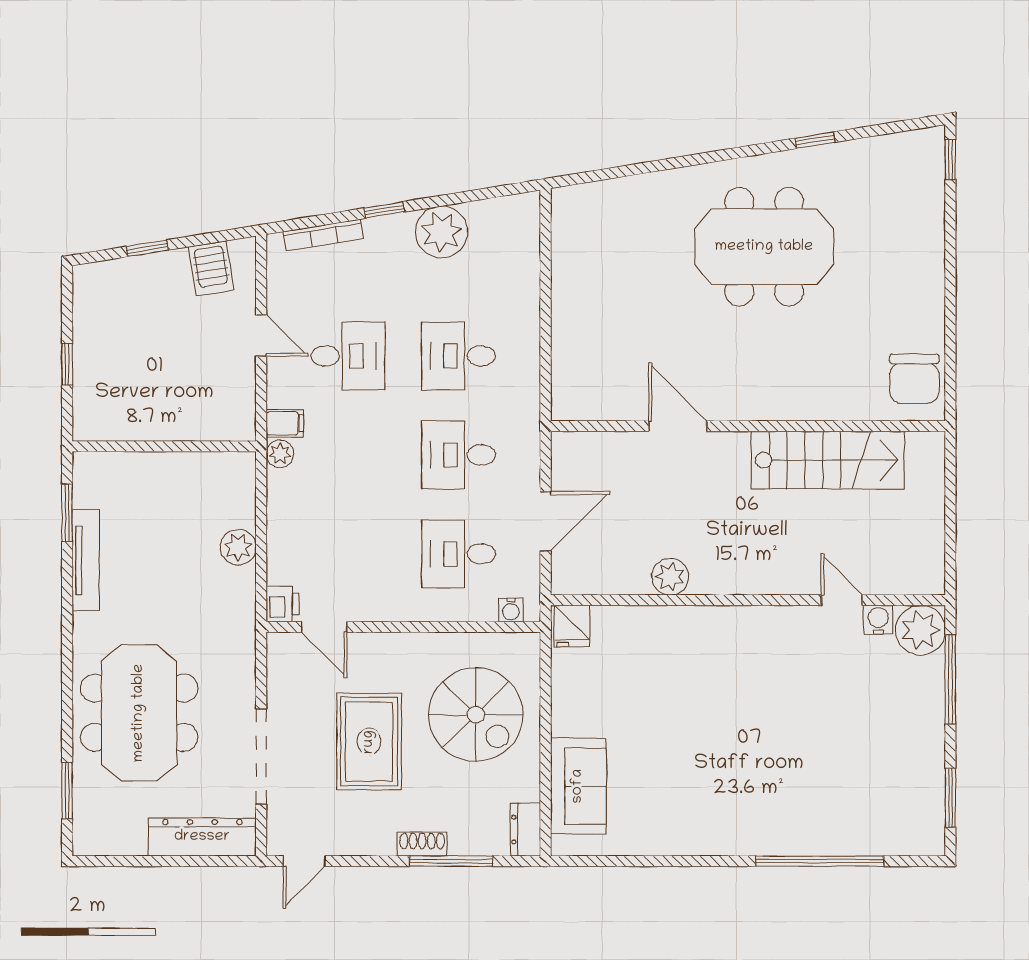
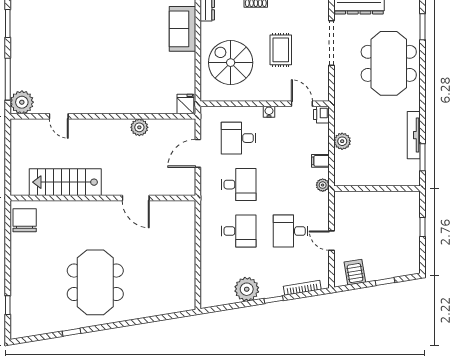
window: (950, 160) -> (8, 305), moved
meeting table: (764, 247) -> (95, 282), turned 90
filing cabinet: (285, 423) -> (320, 161), moved
desk: (459, 554) -> (239, 138), turned 180
water cooler: (511, 610) -> (269, 112), moved
water cooler: (878, 620) -> (42, 107), removed
rug: (369, 742) -> (281, 50), width x0.73, depth x0.70

